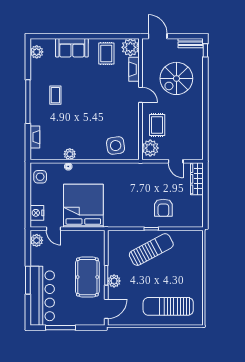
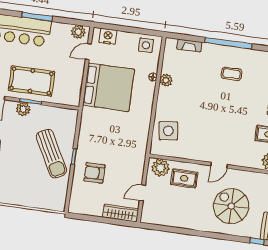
fireplace: (134, 69) -> (247, 162), removed

